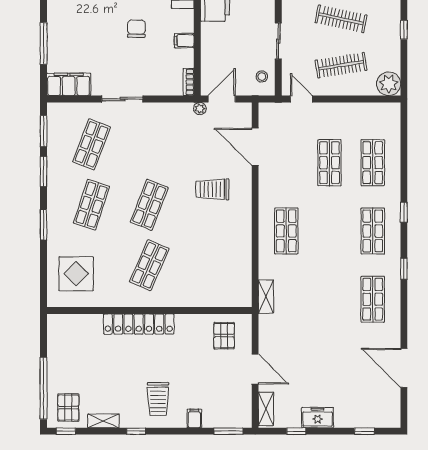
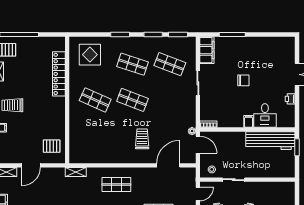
chair: (136, 29) -> (243, 80), moved
filing cabinet: (184, 41) -> (248, 121), moved
locker: (139, 324) -> (59, 74), moved

